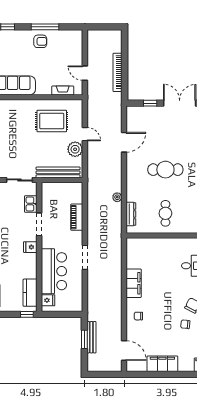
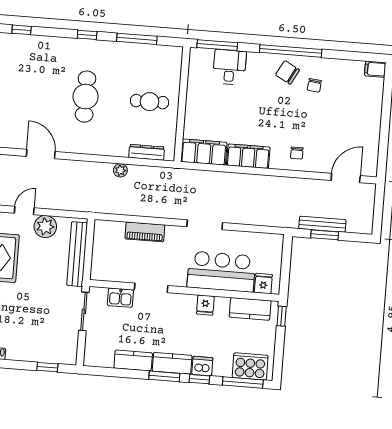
fridge: (30, 247) -> (205, 305), moved
filing cabinet: (162, 364) -> (204, 152), moved, turned 90

